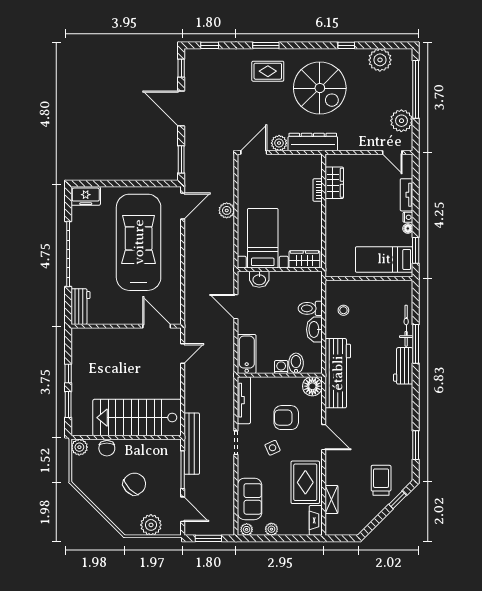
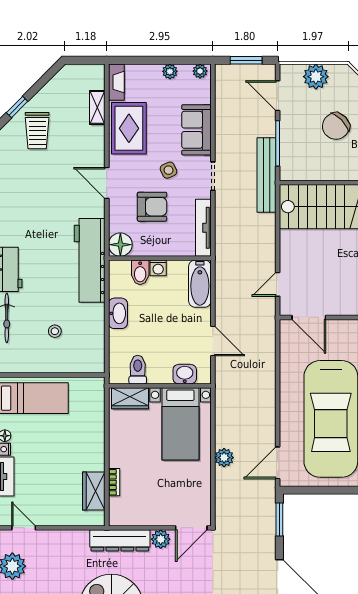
toilet: (310, 308) -> (138, 370), moved, turned -90
stool: (343, 310) -> (55, 331), moved
sofa: (250, 499) -> (196, 130), moved

